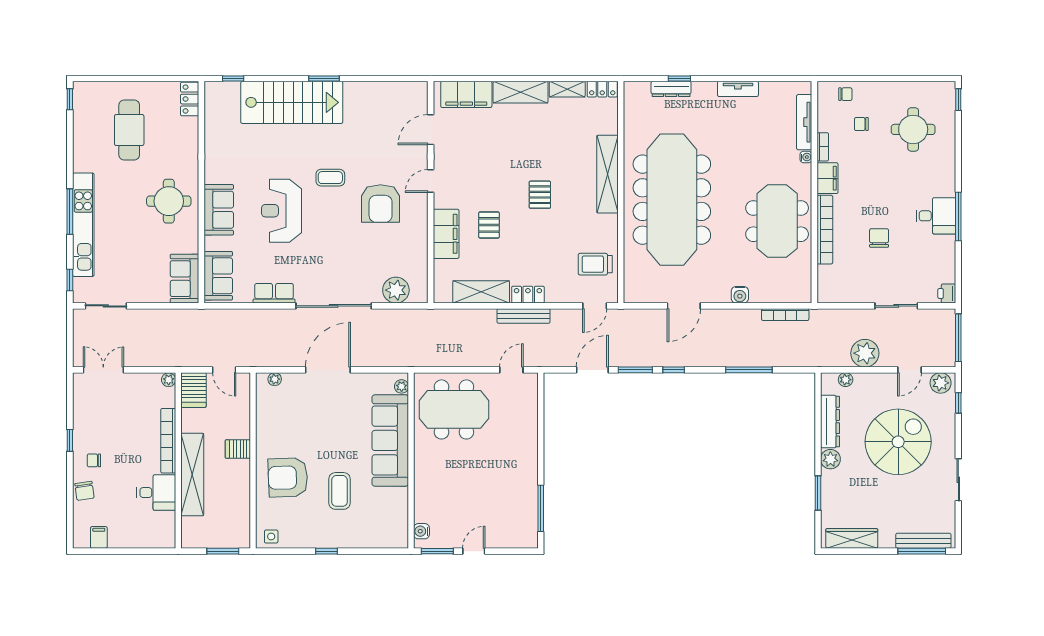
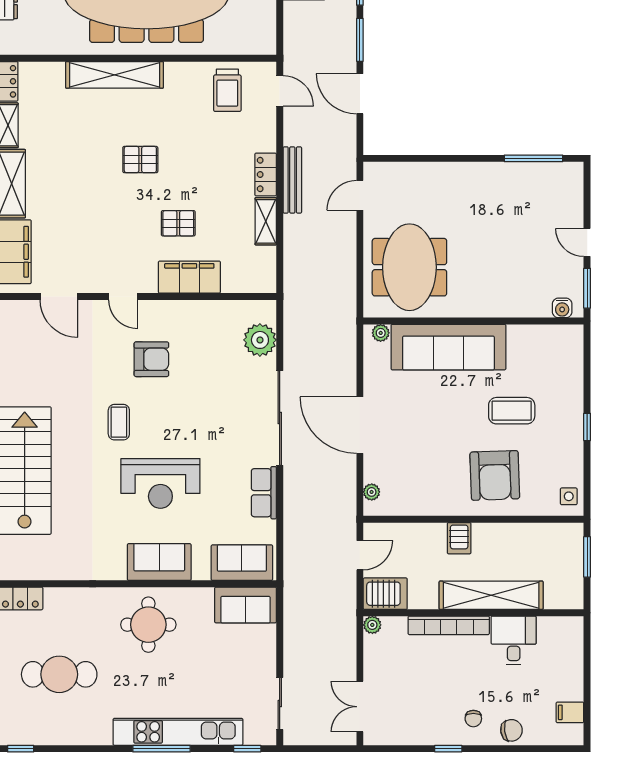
armchair: (381, 204) -> (151, 359), width x0.73, depth x0.73
shelving: (481, 292) -> (266, 221), width x0.67, depth x0.75
door: (511, 370) -> (360, 195), hinge flipped

